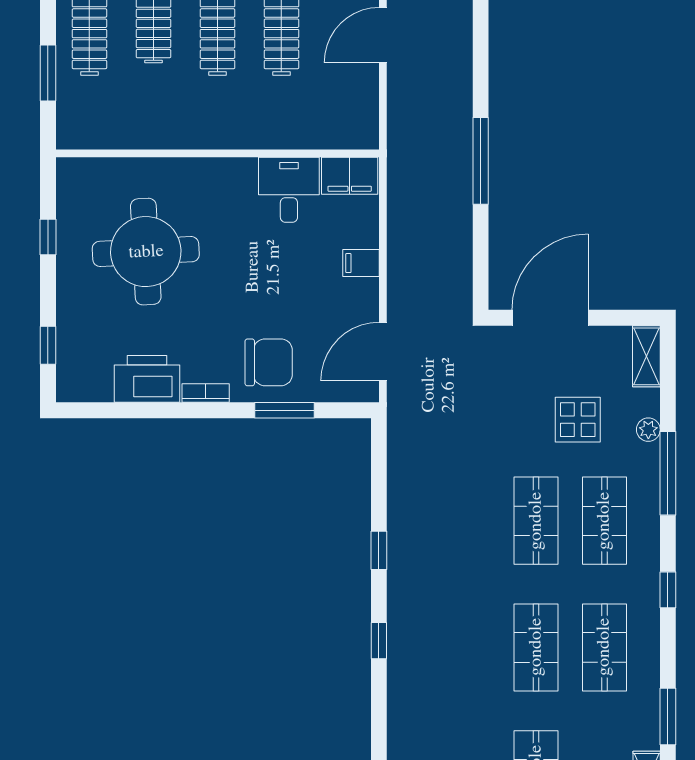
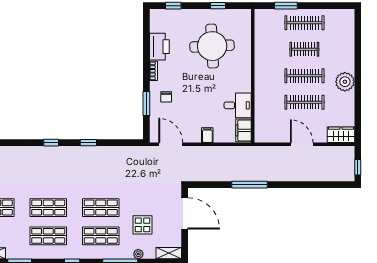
chair: (269, 362) -> (166, 97), width x0.54, depth x0.54

